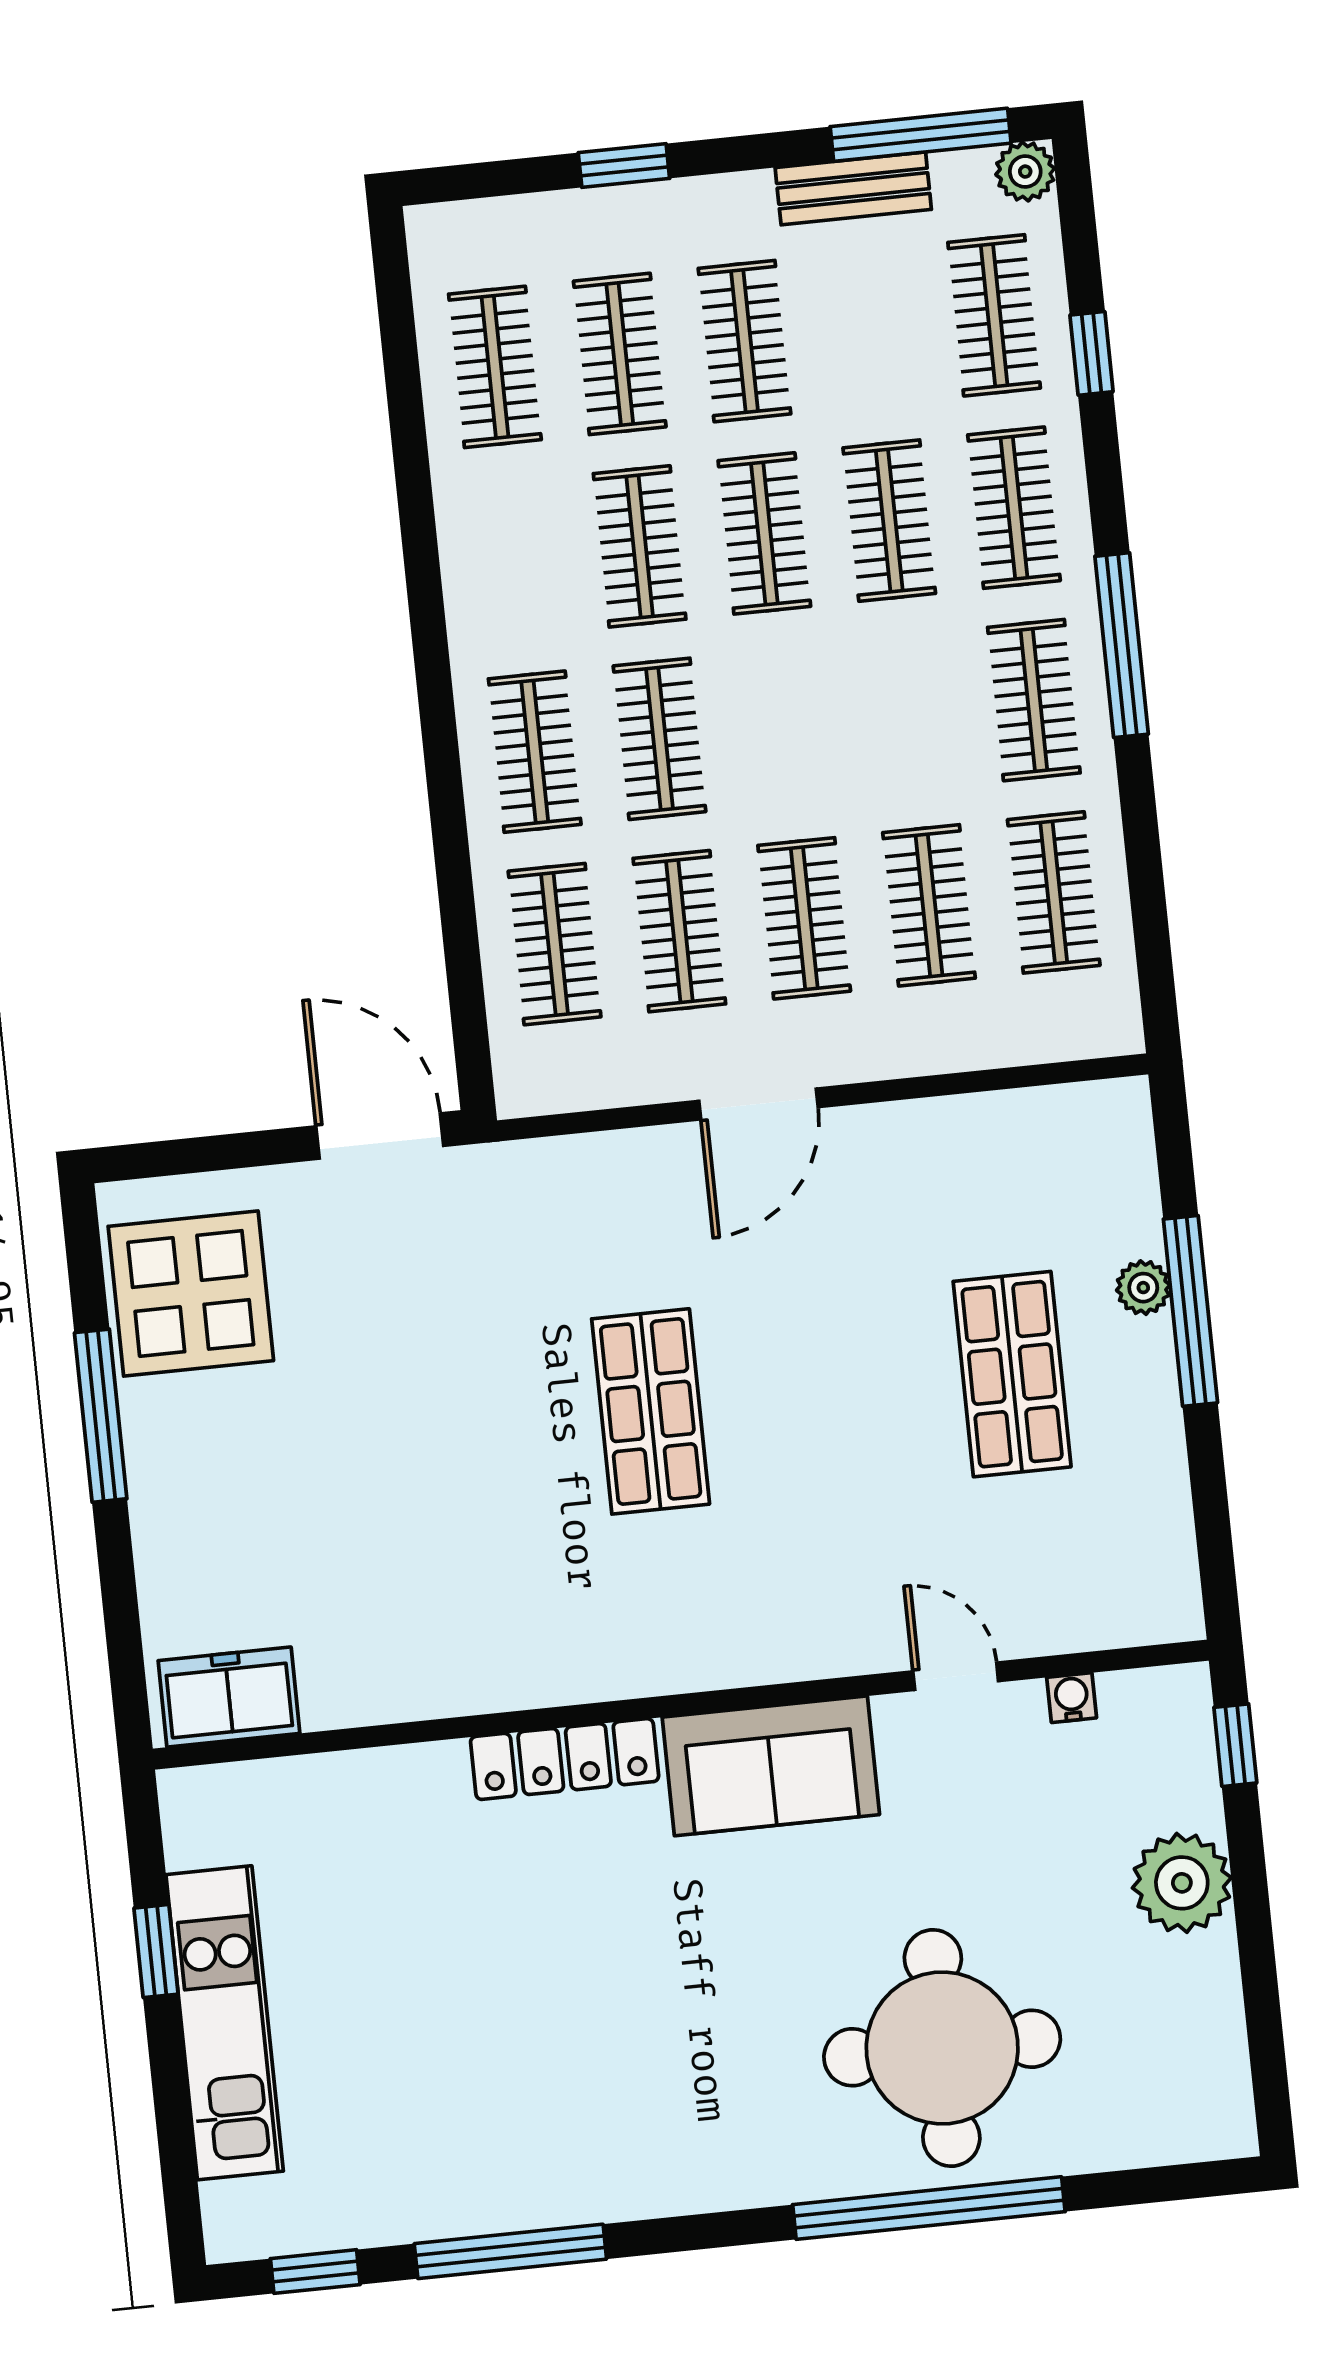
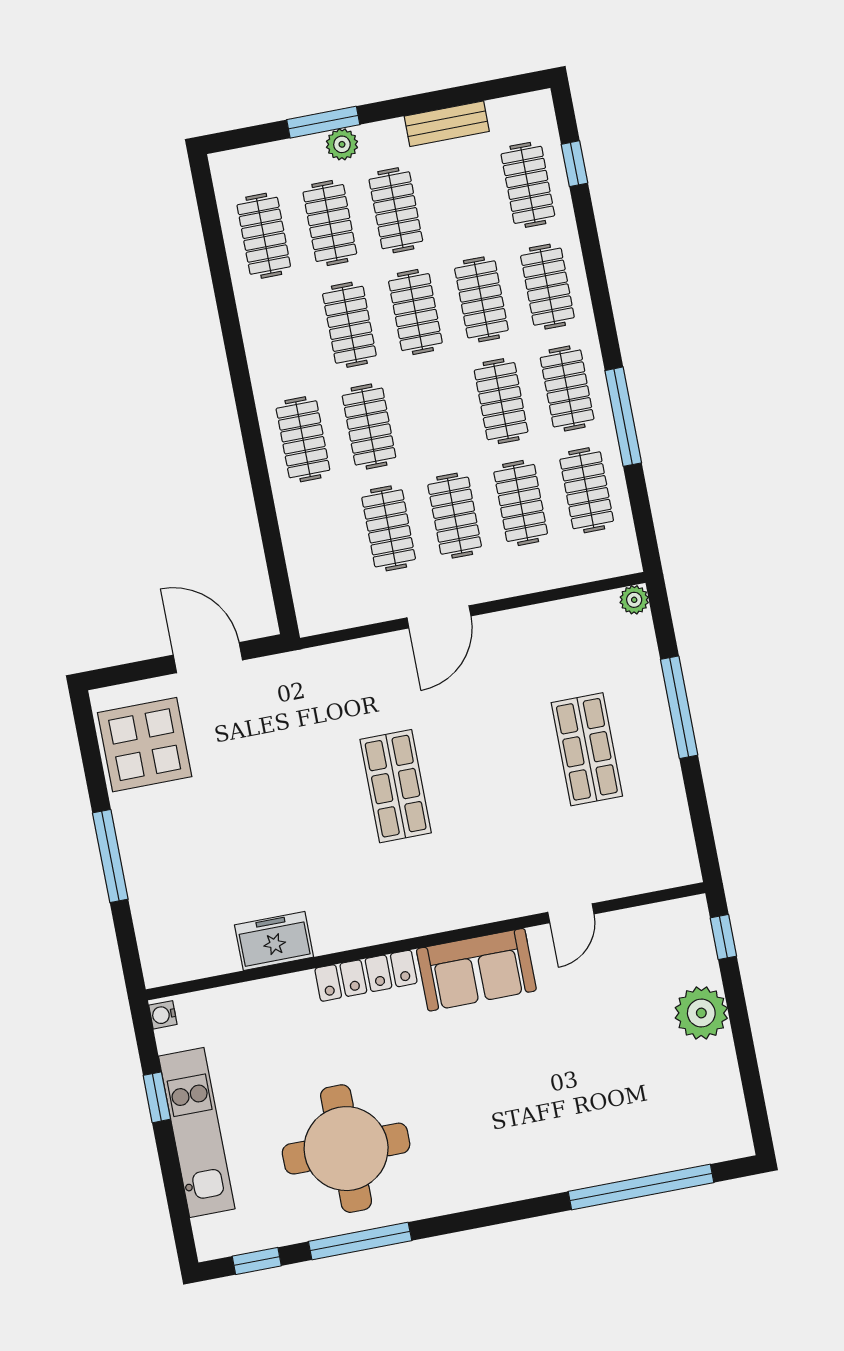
window: (921, 135) -> (480, 92), removed
window: (624, 165) -> (323, 122), width x1.50
plant: (1025, 172) -> (342, 144), moved
window: (1091, 353) -> (575, 164), moved
window: (1122, 645) -> (623, 417), moved
clothes rail: (555, 944) -> (501, 401), moved
door: (380, 1136) -> (208, 658), moved
plant: (1143, 1288) -> (634, 600), moved
window: (101, 1416) -> (110, 856), moved
door: (956, 1676) -> (571, 913), swing flipped
freezer: (229, 1697) -> (274, 941), moved
water cooler: (1072, 1698) -> (163, 1015), moved, turned -90
round table: (942, 2048) -> (346, 1149), moved
window: (929, 2208) -> (641, 1187), moved

